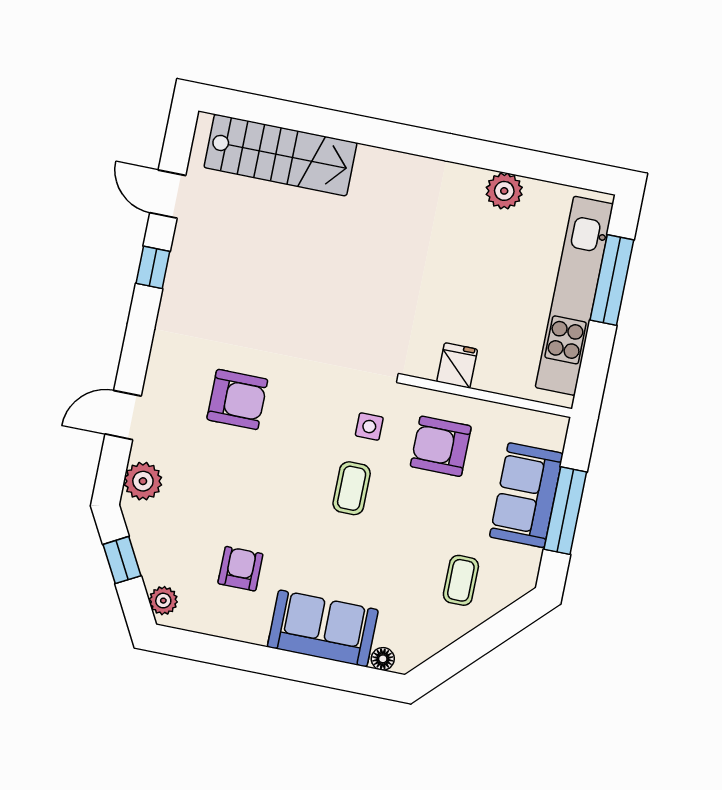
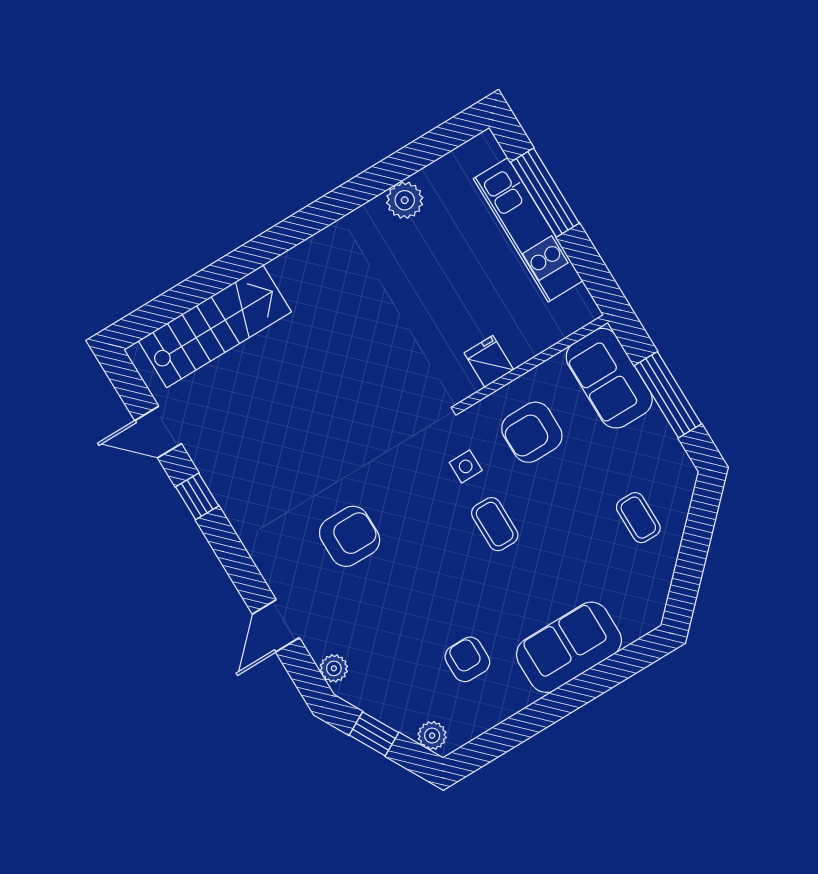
kitchen unit: (574, 296) -> (528, 230), width x0.73
plant: (143, 481) -> (334, 668), width x0.73, depth x0.73
sofa: (526, 495) -> (609, 378), moved
floor lamp: (383, 659) -> (634, 629), removed

